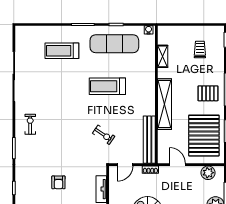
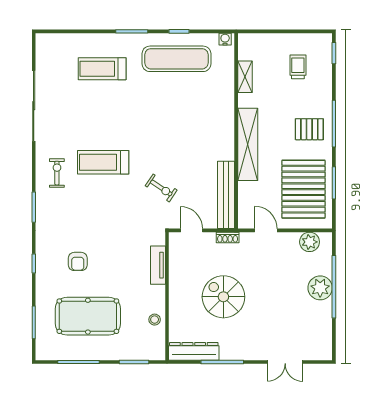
treadmill: (107, 86) -> (103, 162), moved
door: (125, 165) -> (192, 230), swing flipped
armchair: (58, 182) -> (78, 261), moved

